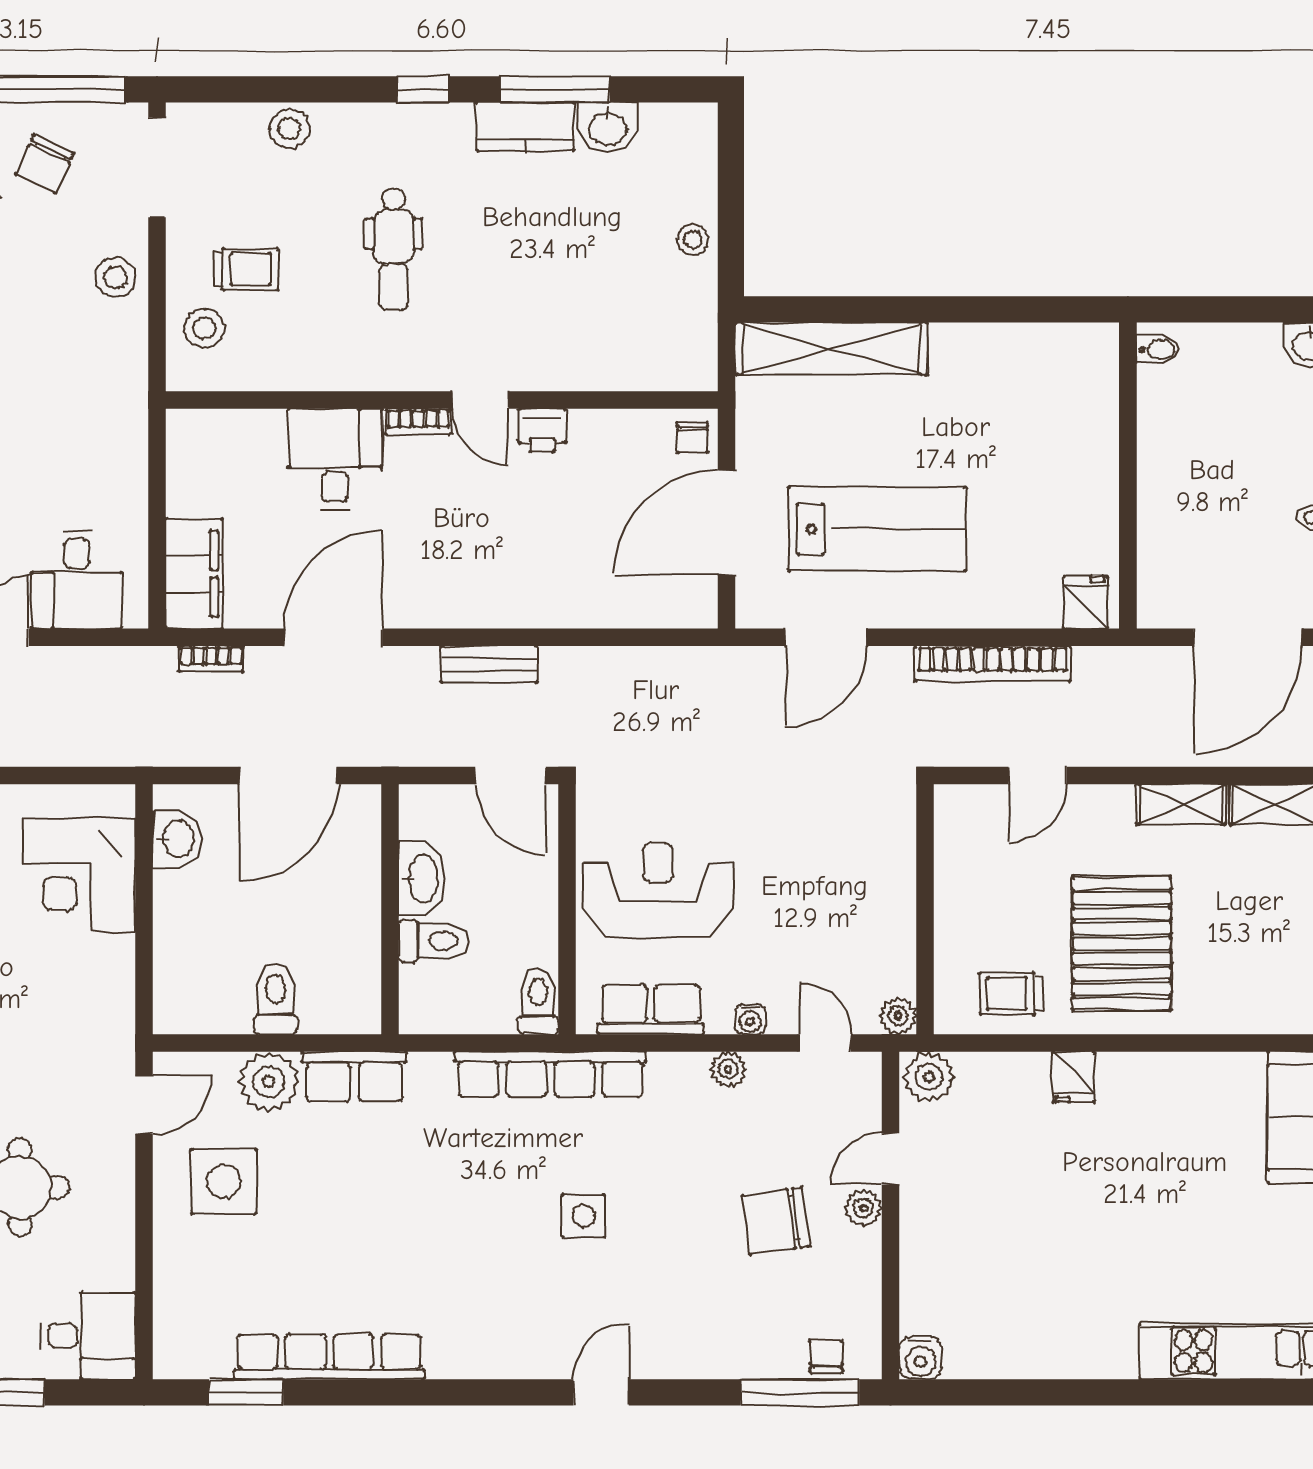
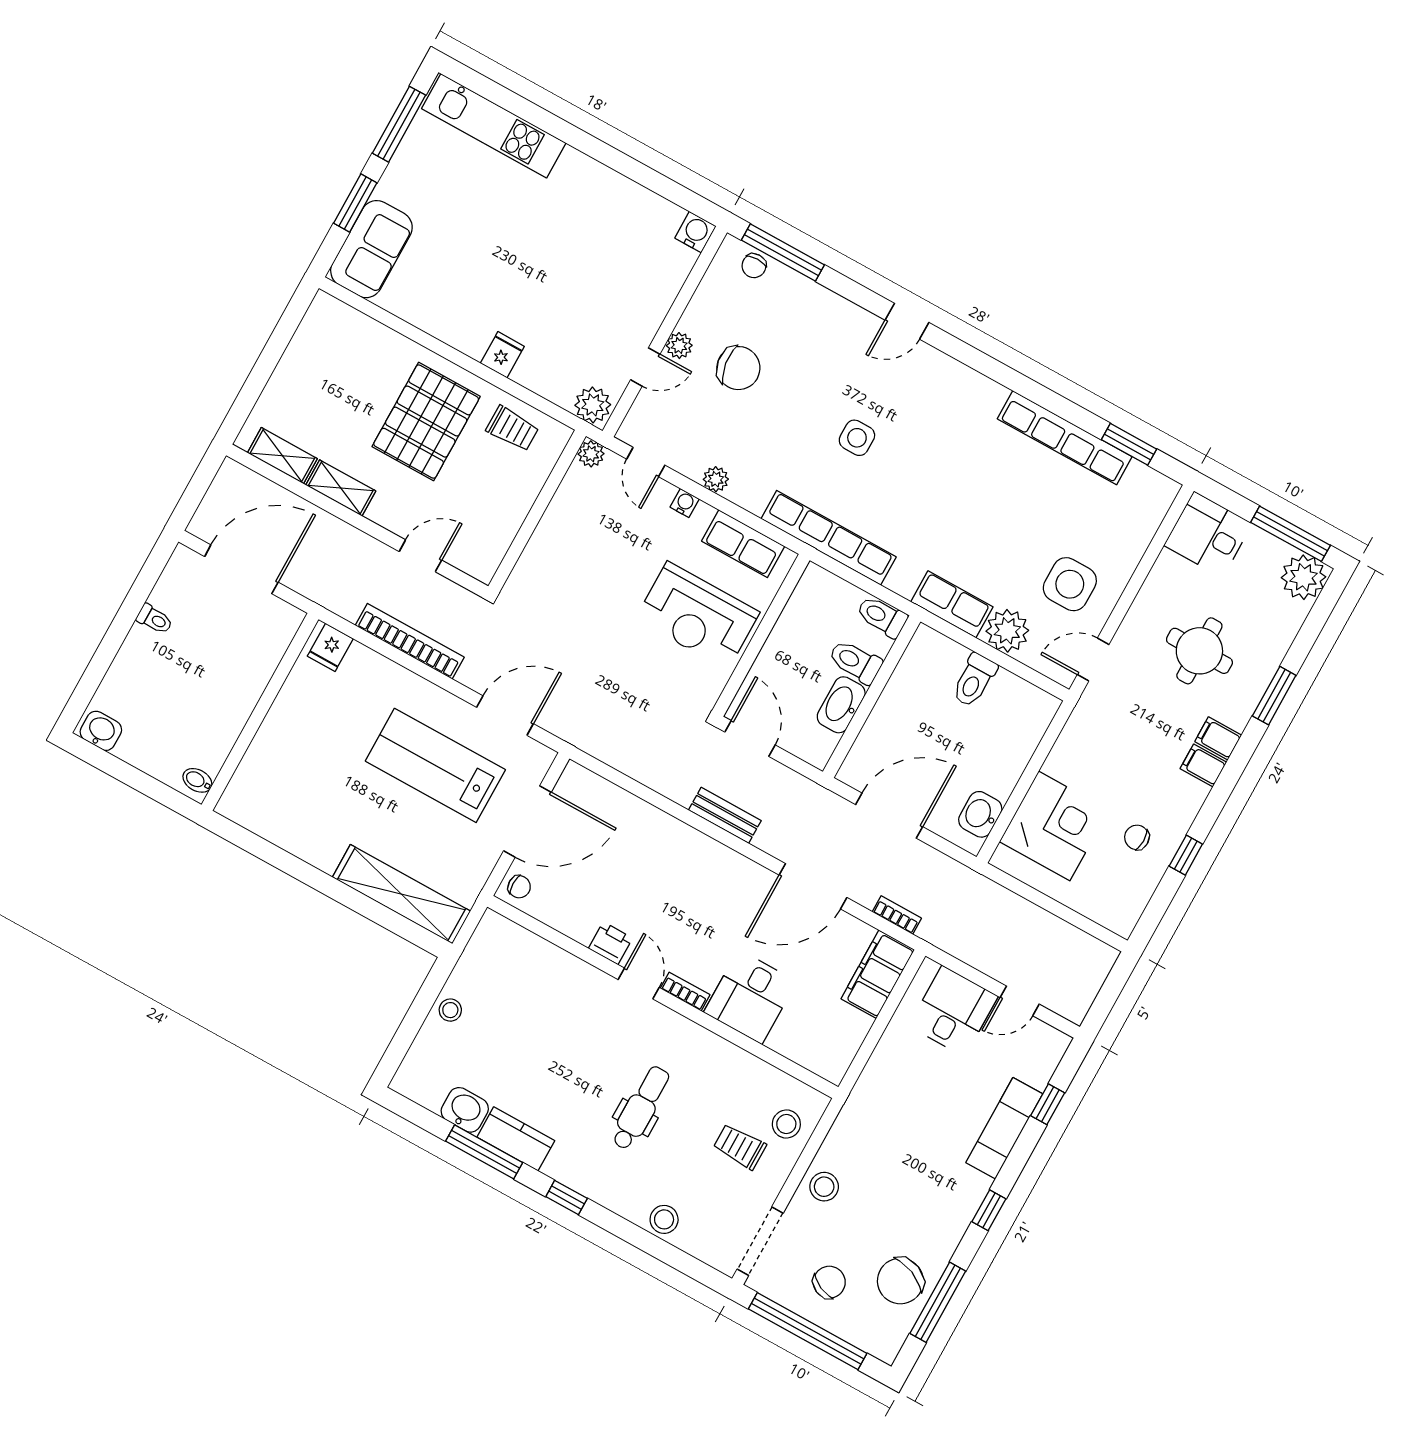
chair: (692, 437) -> (519, 887), turned 90
toilet: (538, 1001) -> (882, 616), moved, turned 90

